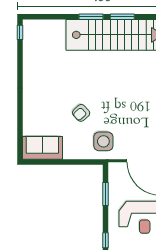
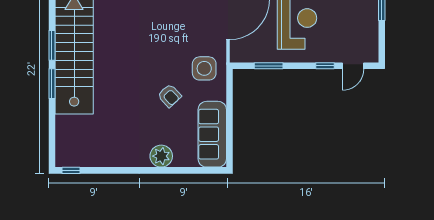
plant: (32, 106) -> (161, 156), added
sofa: (42, 148) -> (212, 134), width x1.36

